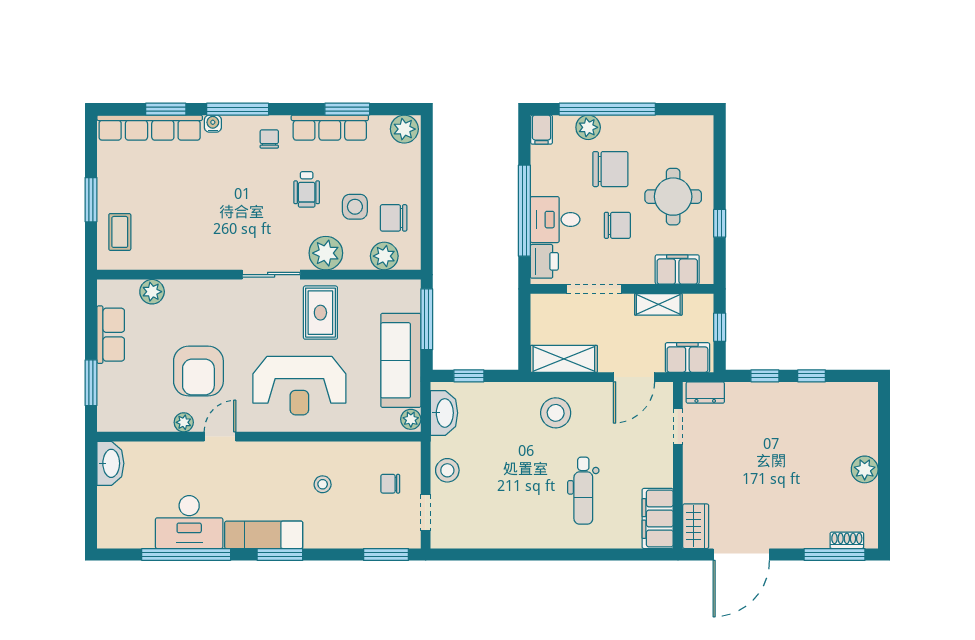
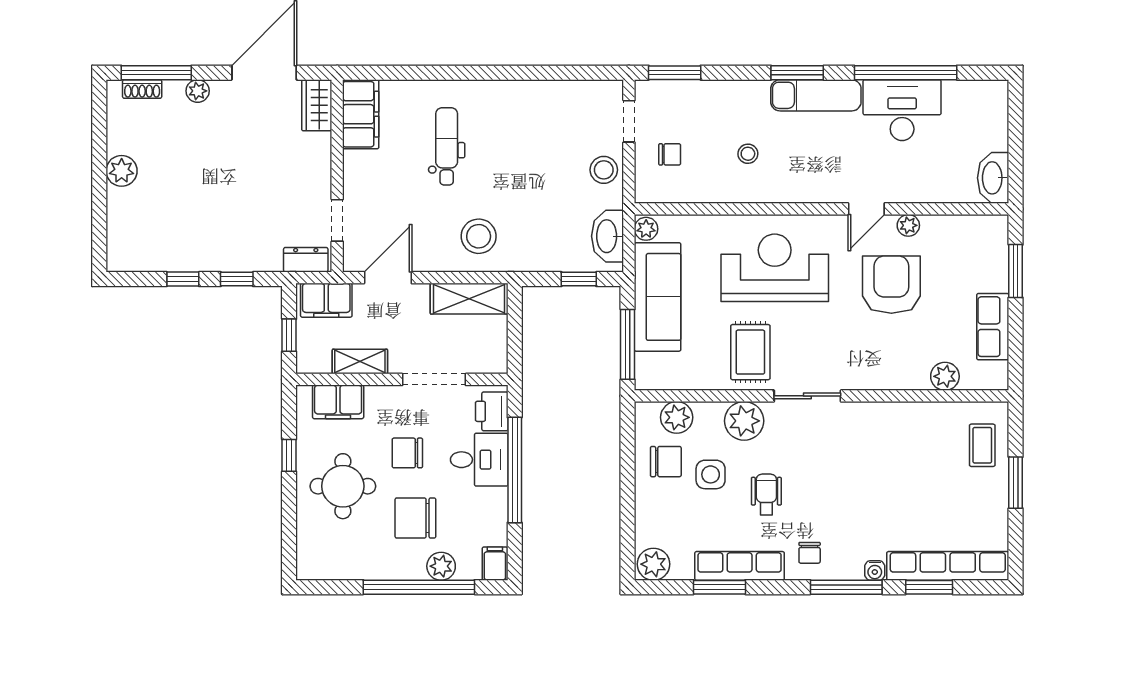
plant: (799, 539) -> (198, 91), added

